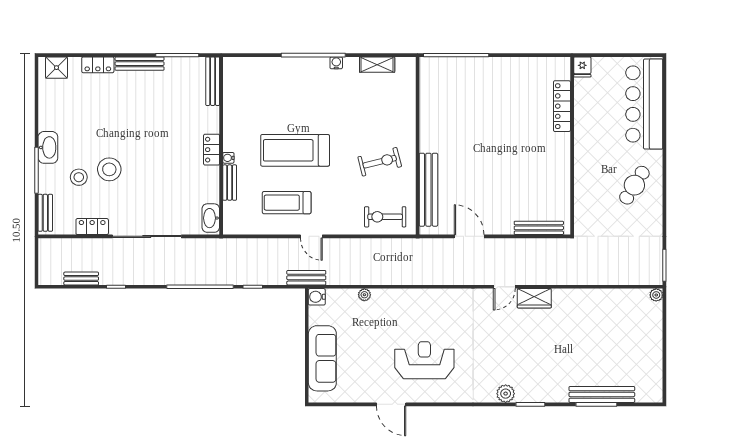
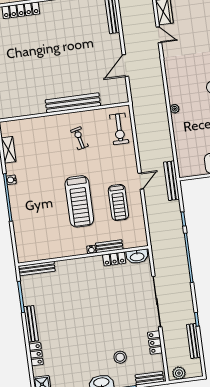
locker: (212, 150) -> (114, 259), moved
exercise bike: (380, 162) -> (79, 138), width x0.73, depth x0.72
stool: (109, 169) -> (111, 336), removed
bench: (428, 190) -> (73, 103), moved
plant: (47, 253) -> (179, 373), added
bench: (306, 278) -> (171, 181), width x1.36
bench: (81, 279) -> (194, 341), width x1.36
plant: (364, 295) -> (175, 109), moved
water cooler: (317, 297) -> (184, 171), removed

